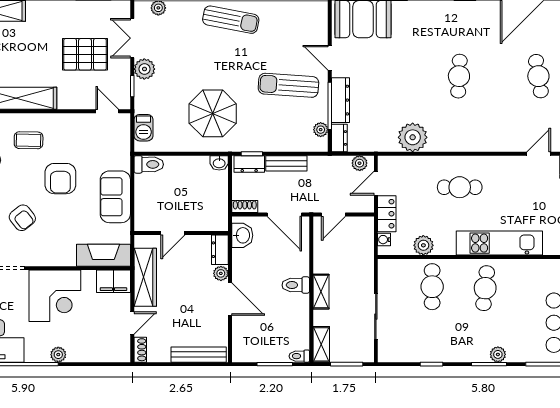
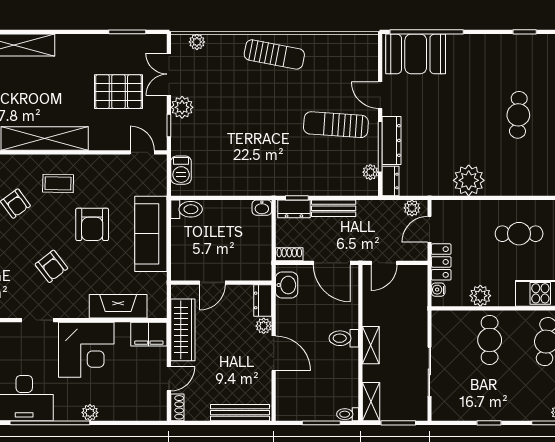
parasol: (213, 113) -> (255, 155), removed
sofa: (115, 197) -> (151, 234), width x1.36
fireplace: (103, 255) -> (118, 306), moved

